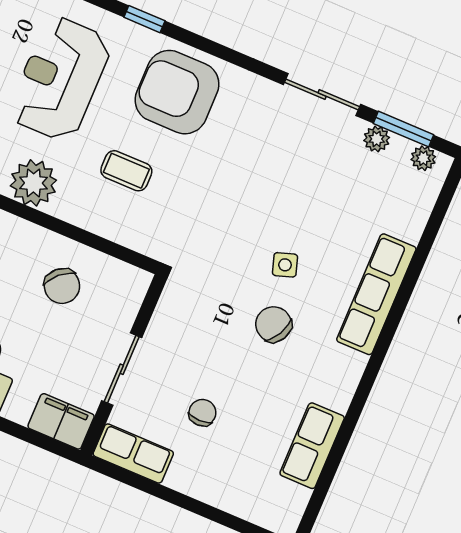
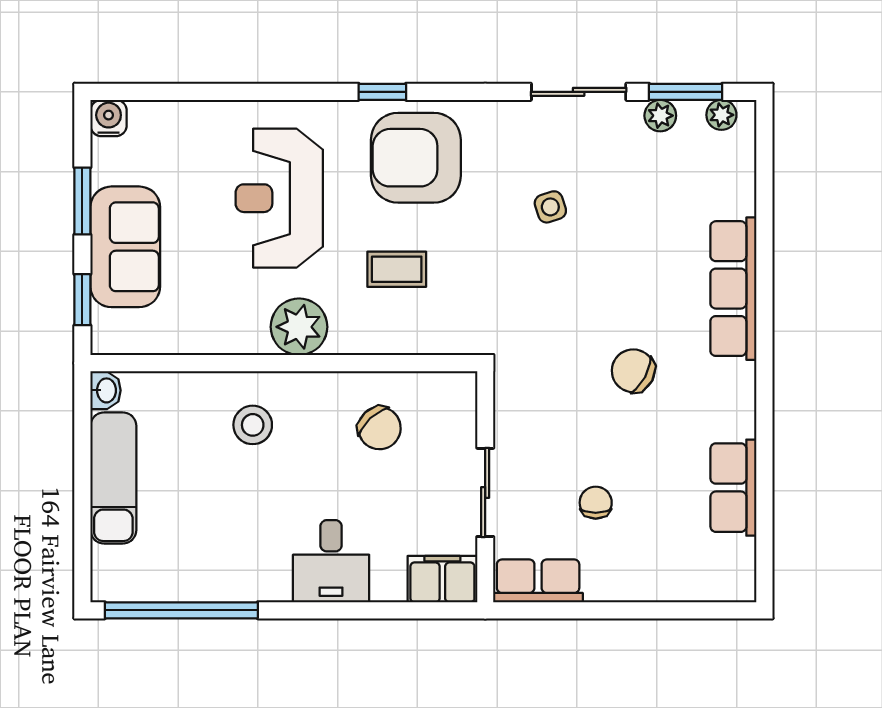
window: (144, 19) -> (382, 92), moved
side table: (285, 265) -> (550, 207), moved

